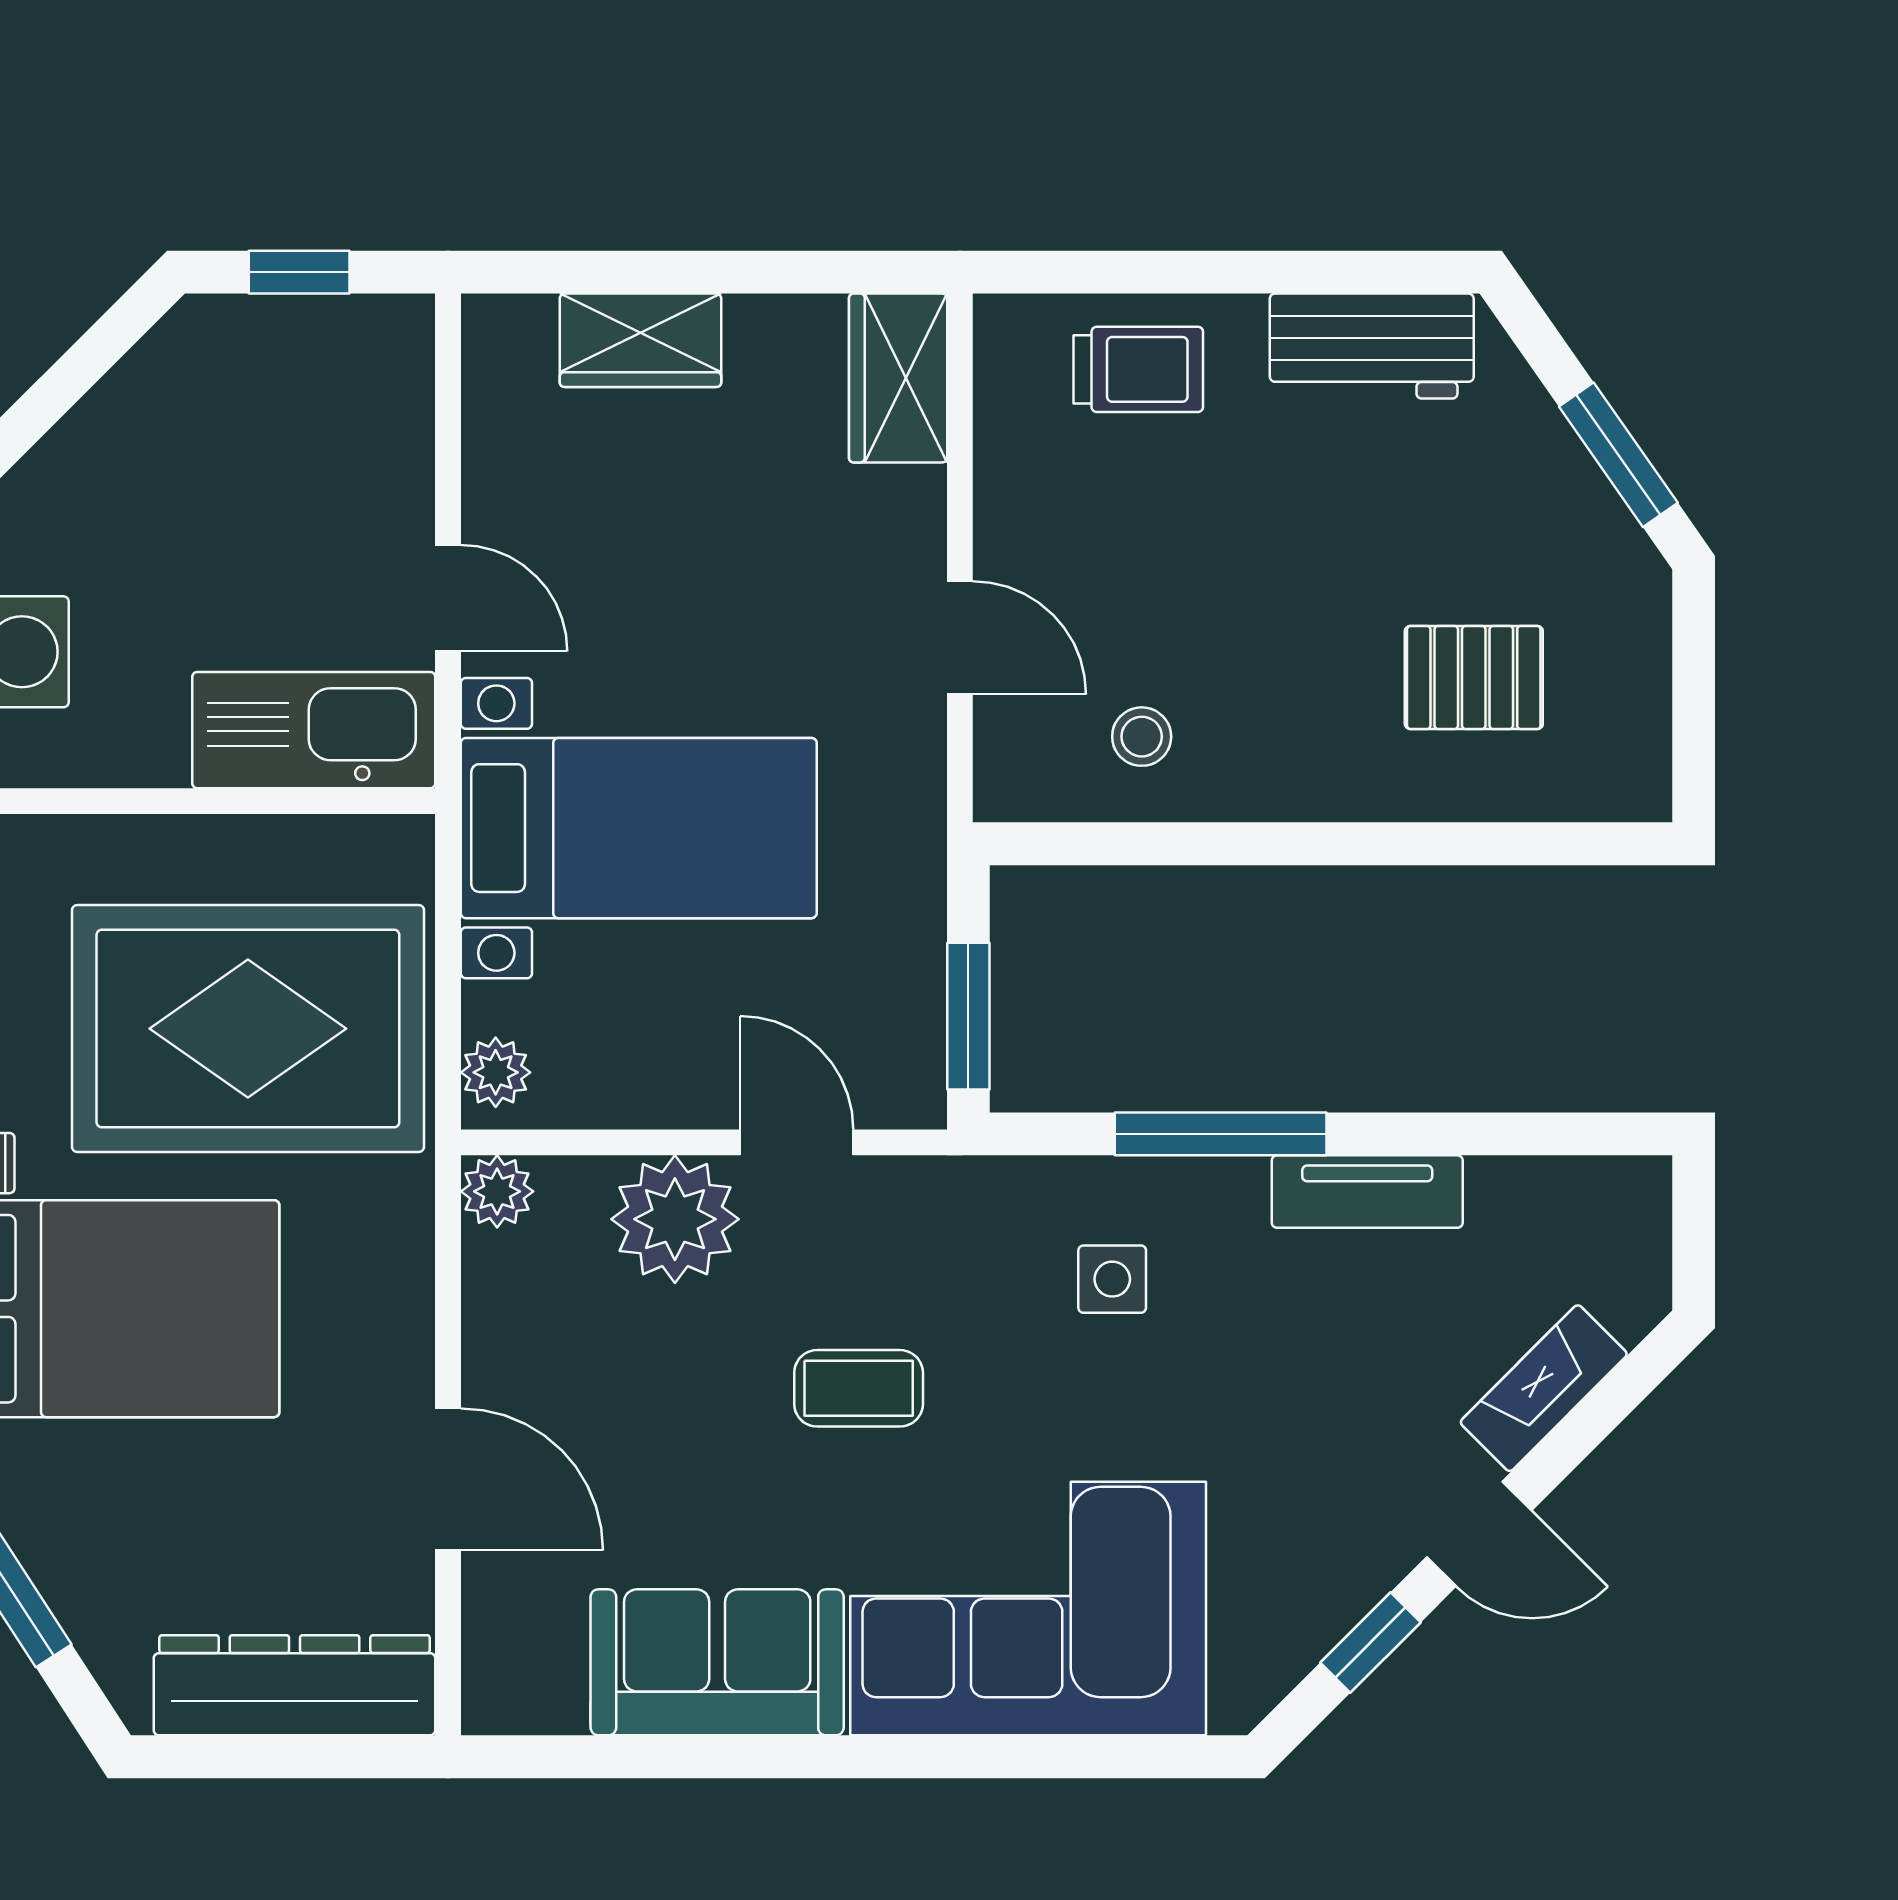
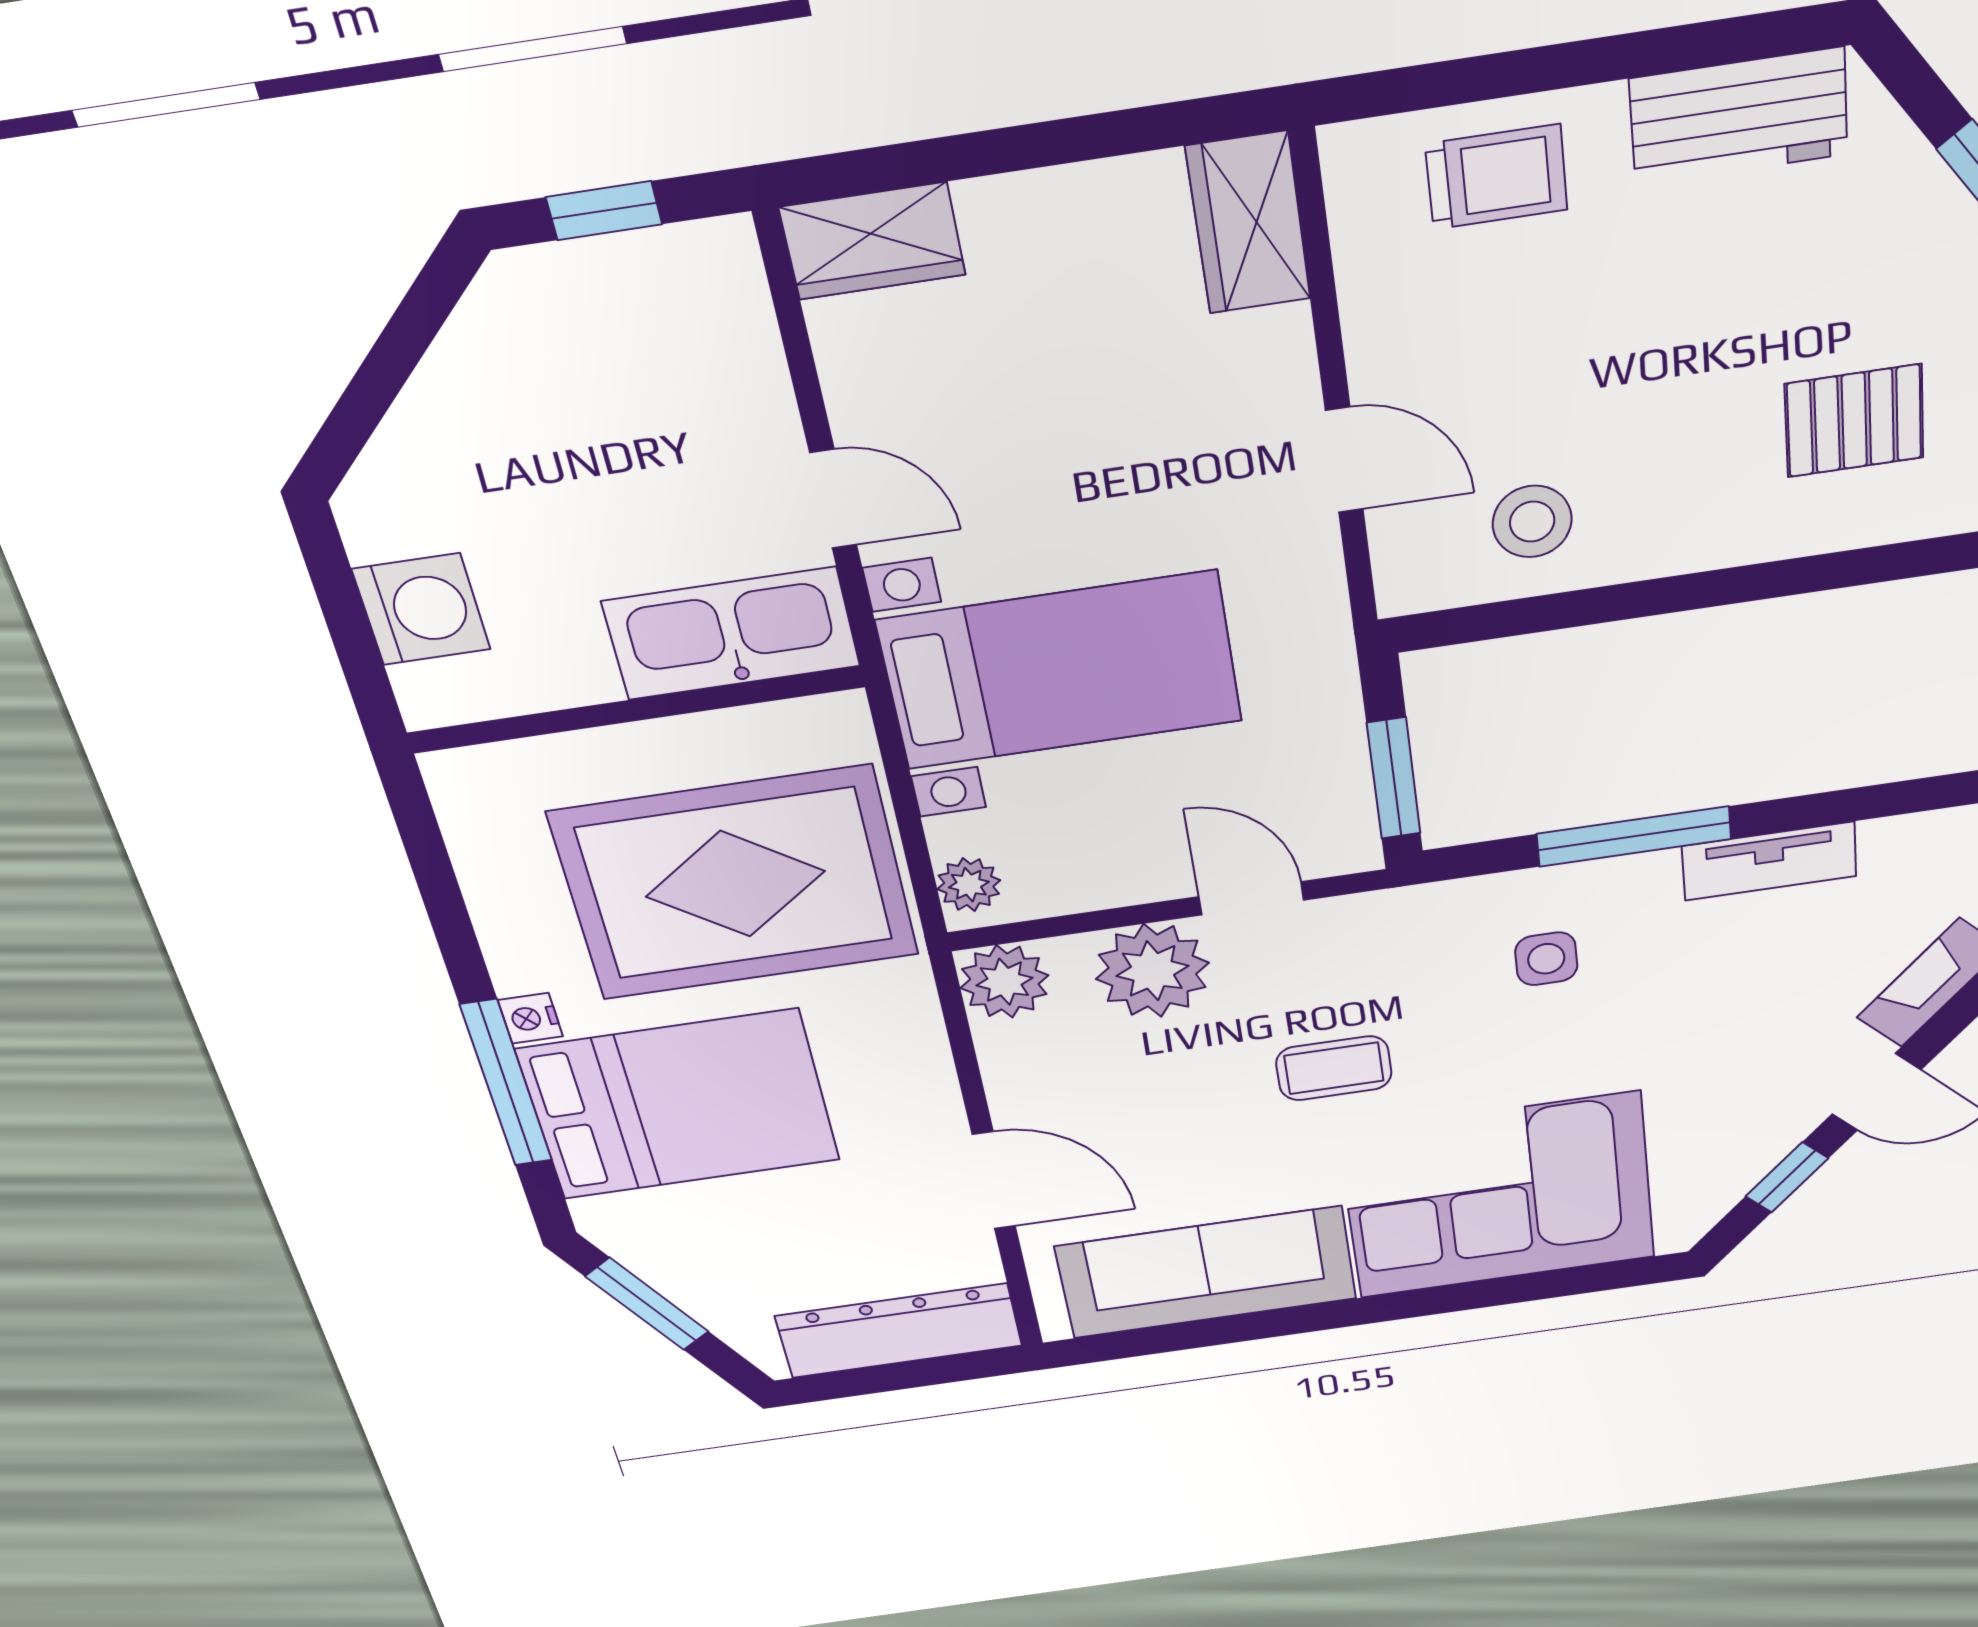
wardrobe: (640, 340) -> (873, 241), moved
stool: (1142, 737) -> (1532, 522), width x1.37, depth x1.37
plant: (497, 1191) -> (1004, 982), width x1.38, depth x1.38
sofa: (717, 1662) -> (1206, 1273), width x1.36

